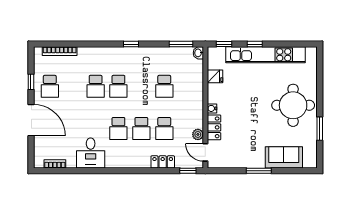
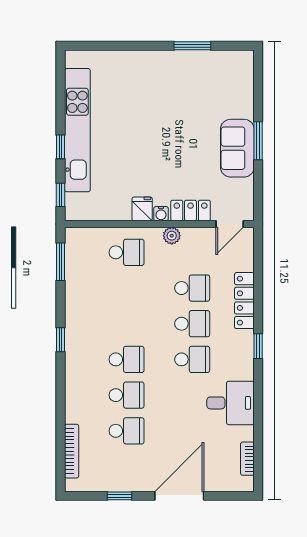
washbasin: (198, 53) -> (74, 235), removed
fridge: (215, 76) -> (142, 209), moved
school desk: (50, 86) -> (127, 431), moved
school desk: (164, 86) -> (127, 252), moved
round table: (293, 105) -> (156, 87), removed
plant: (198, 134) -> (172, 236), moved
sofa: (284, 157) -> (237, 148), moved
locker: (163, 162) -> (244, 301), width x1.53
window: (188, 171) -> (258, 346), moved

